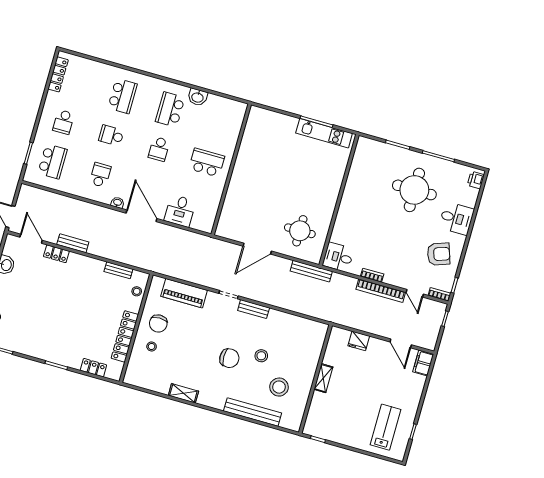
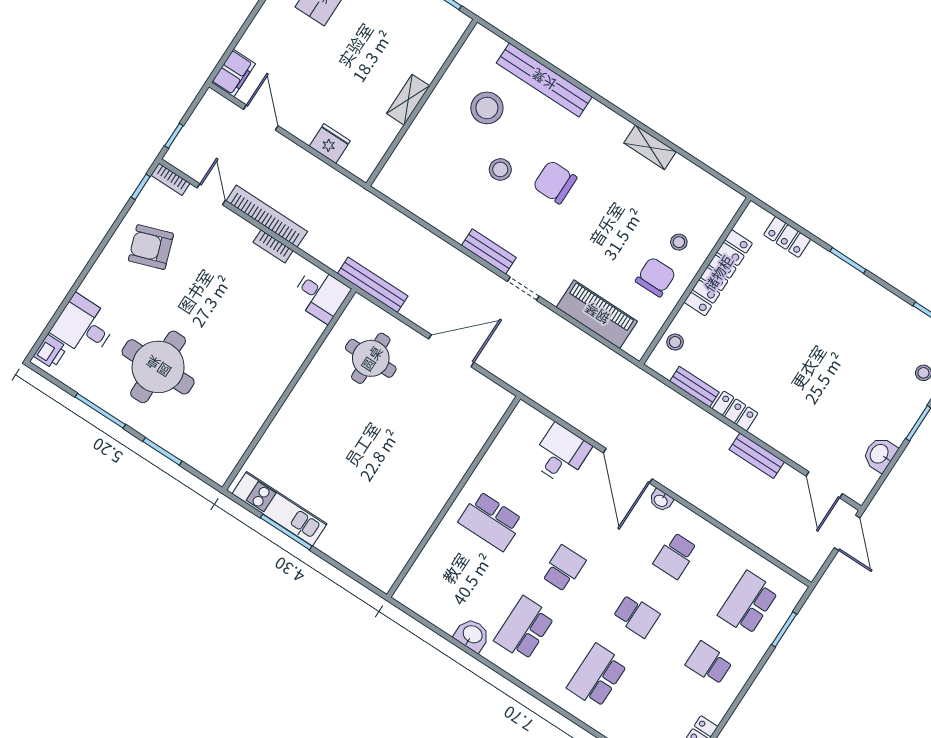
school desk: (170, 110) -> (524, 628), turned 180
school desk: (64, 122) -> (709, 663), turned -90
desk: (456, 218) -> (84, 326), moved
locker: (56, 254) -> (735, 411), moved

